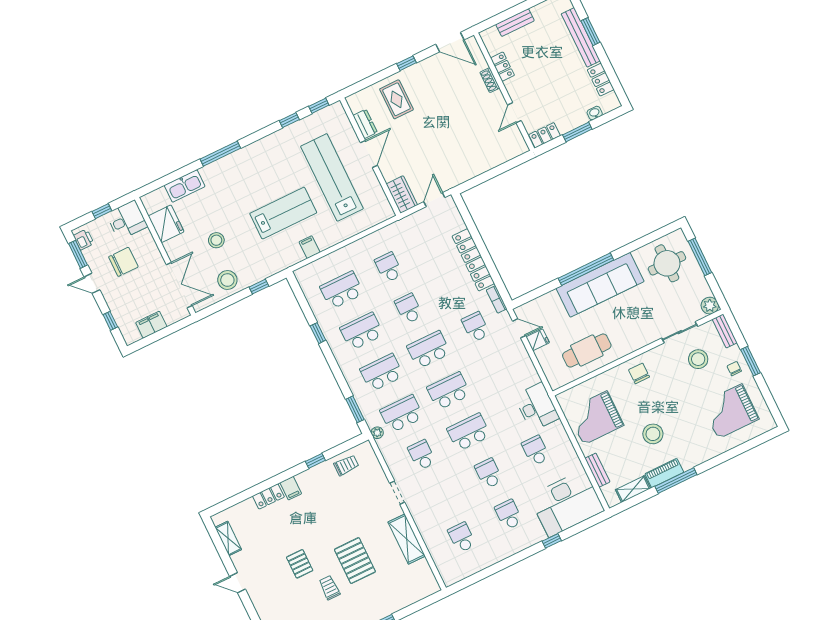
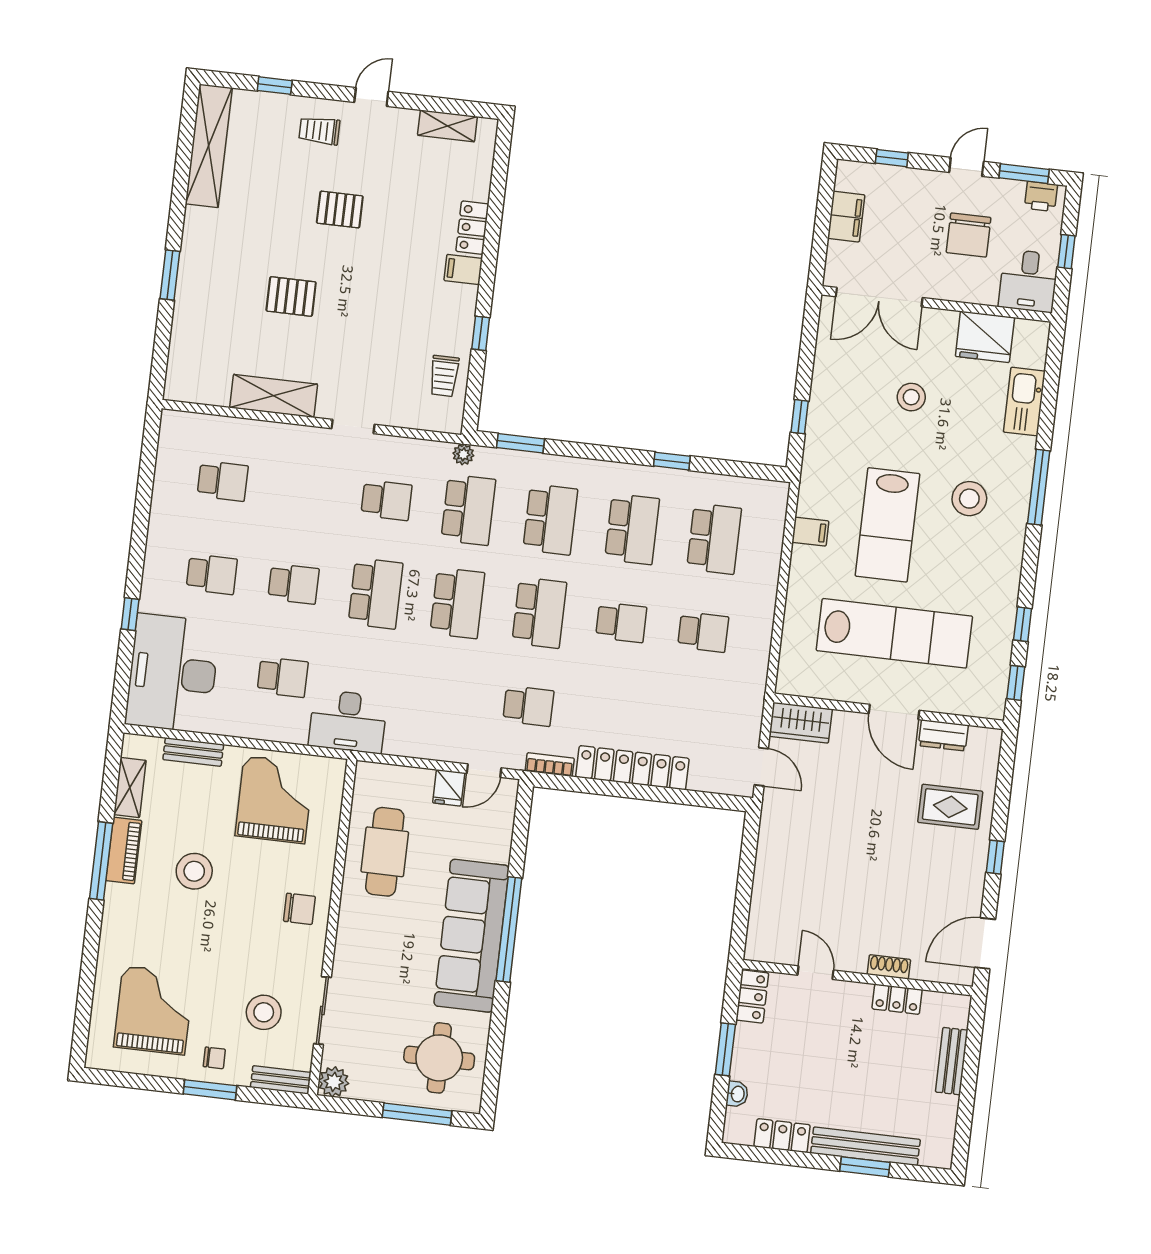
stool: (227, 280) -> (969, 499), moved
pallet: (355, 561) -> (291, 296), width x0.67, depth x0.71
trolley: (329, 588) -> (319, 131), moved, turned 180

